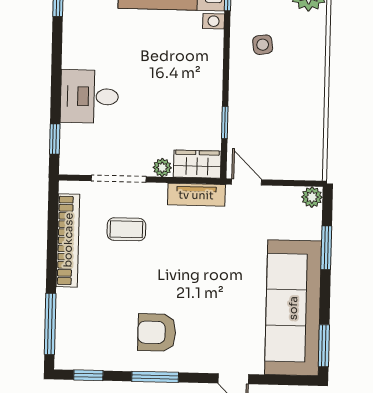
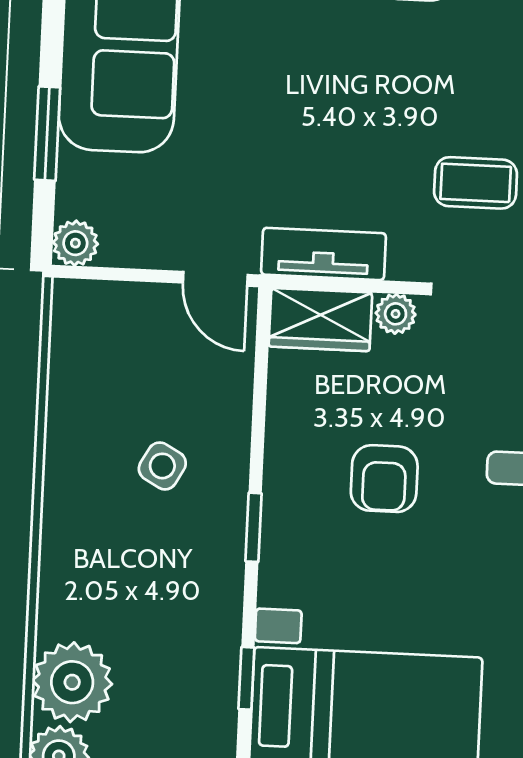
side table: (263, 45) -> (162, 466), moved, turned 37
armchair: (166, 91) -> (384, 479), added
window: (225, 122) -> (254, 527), moved

